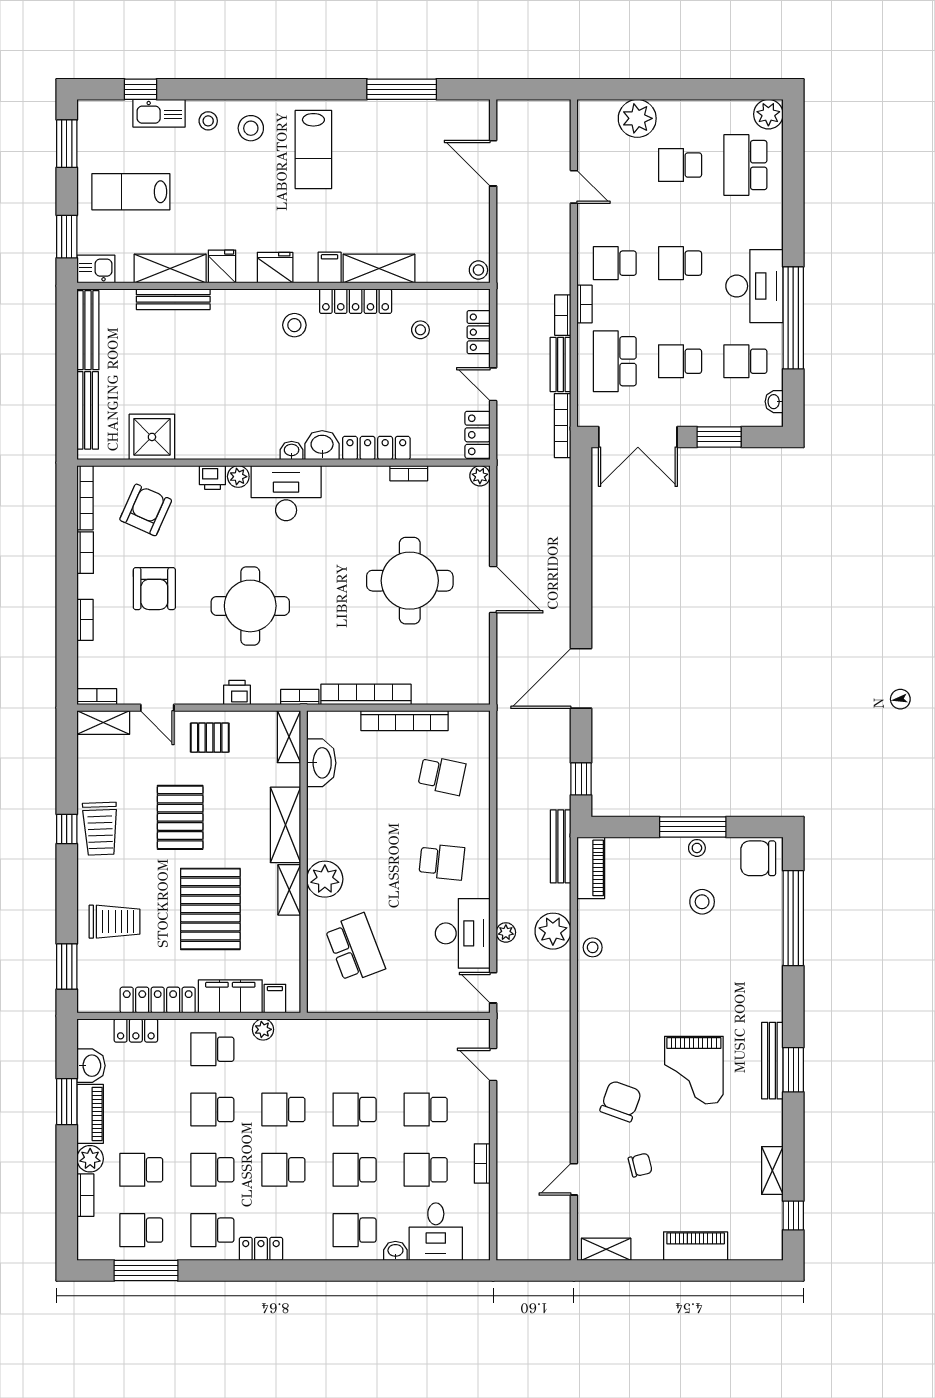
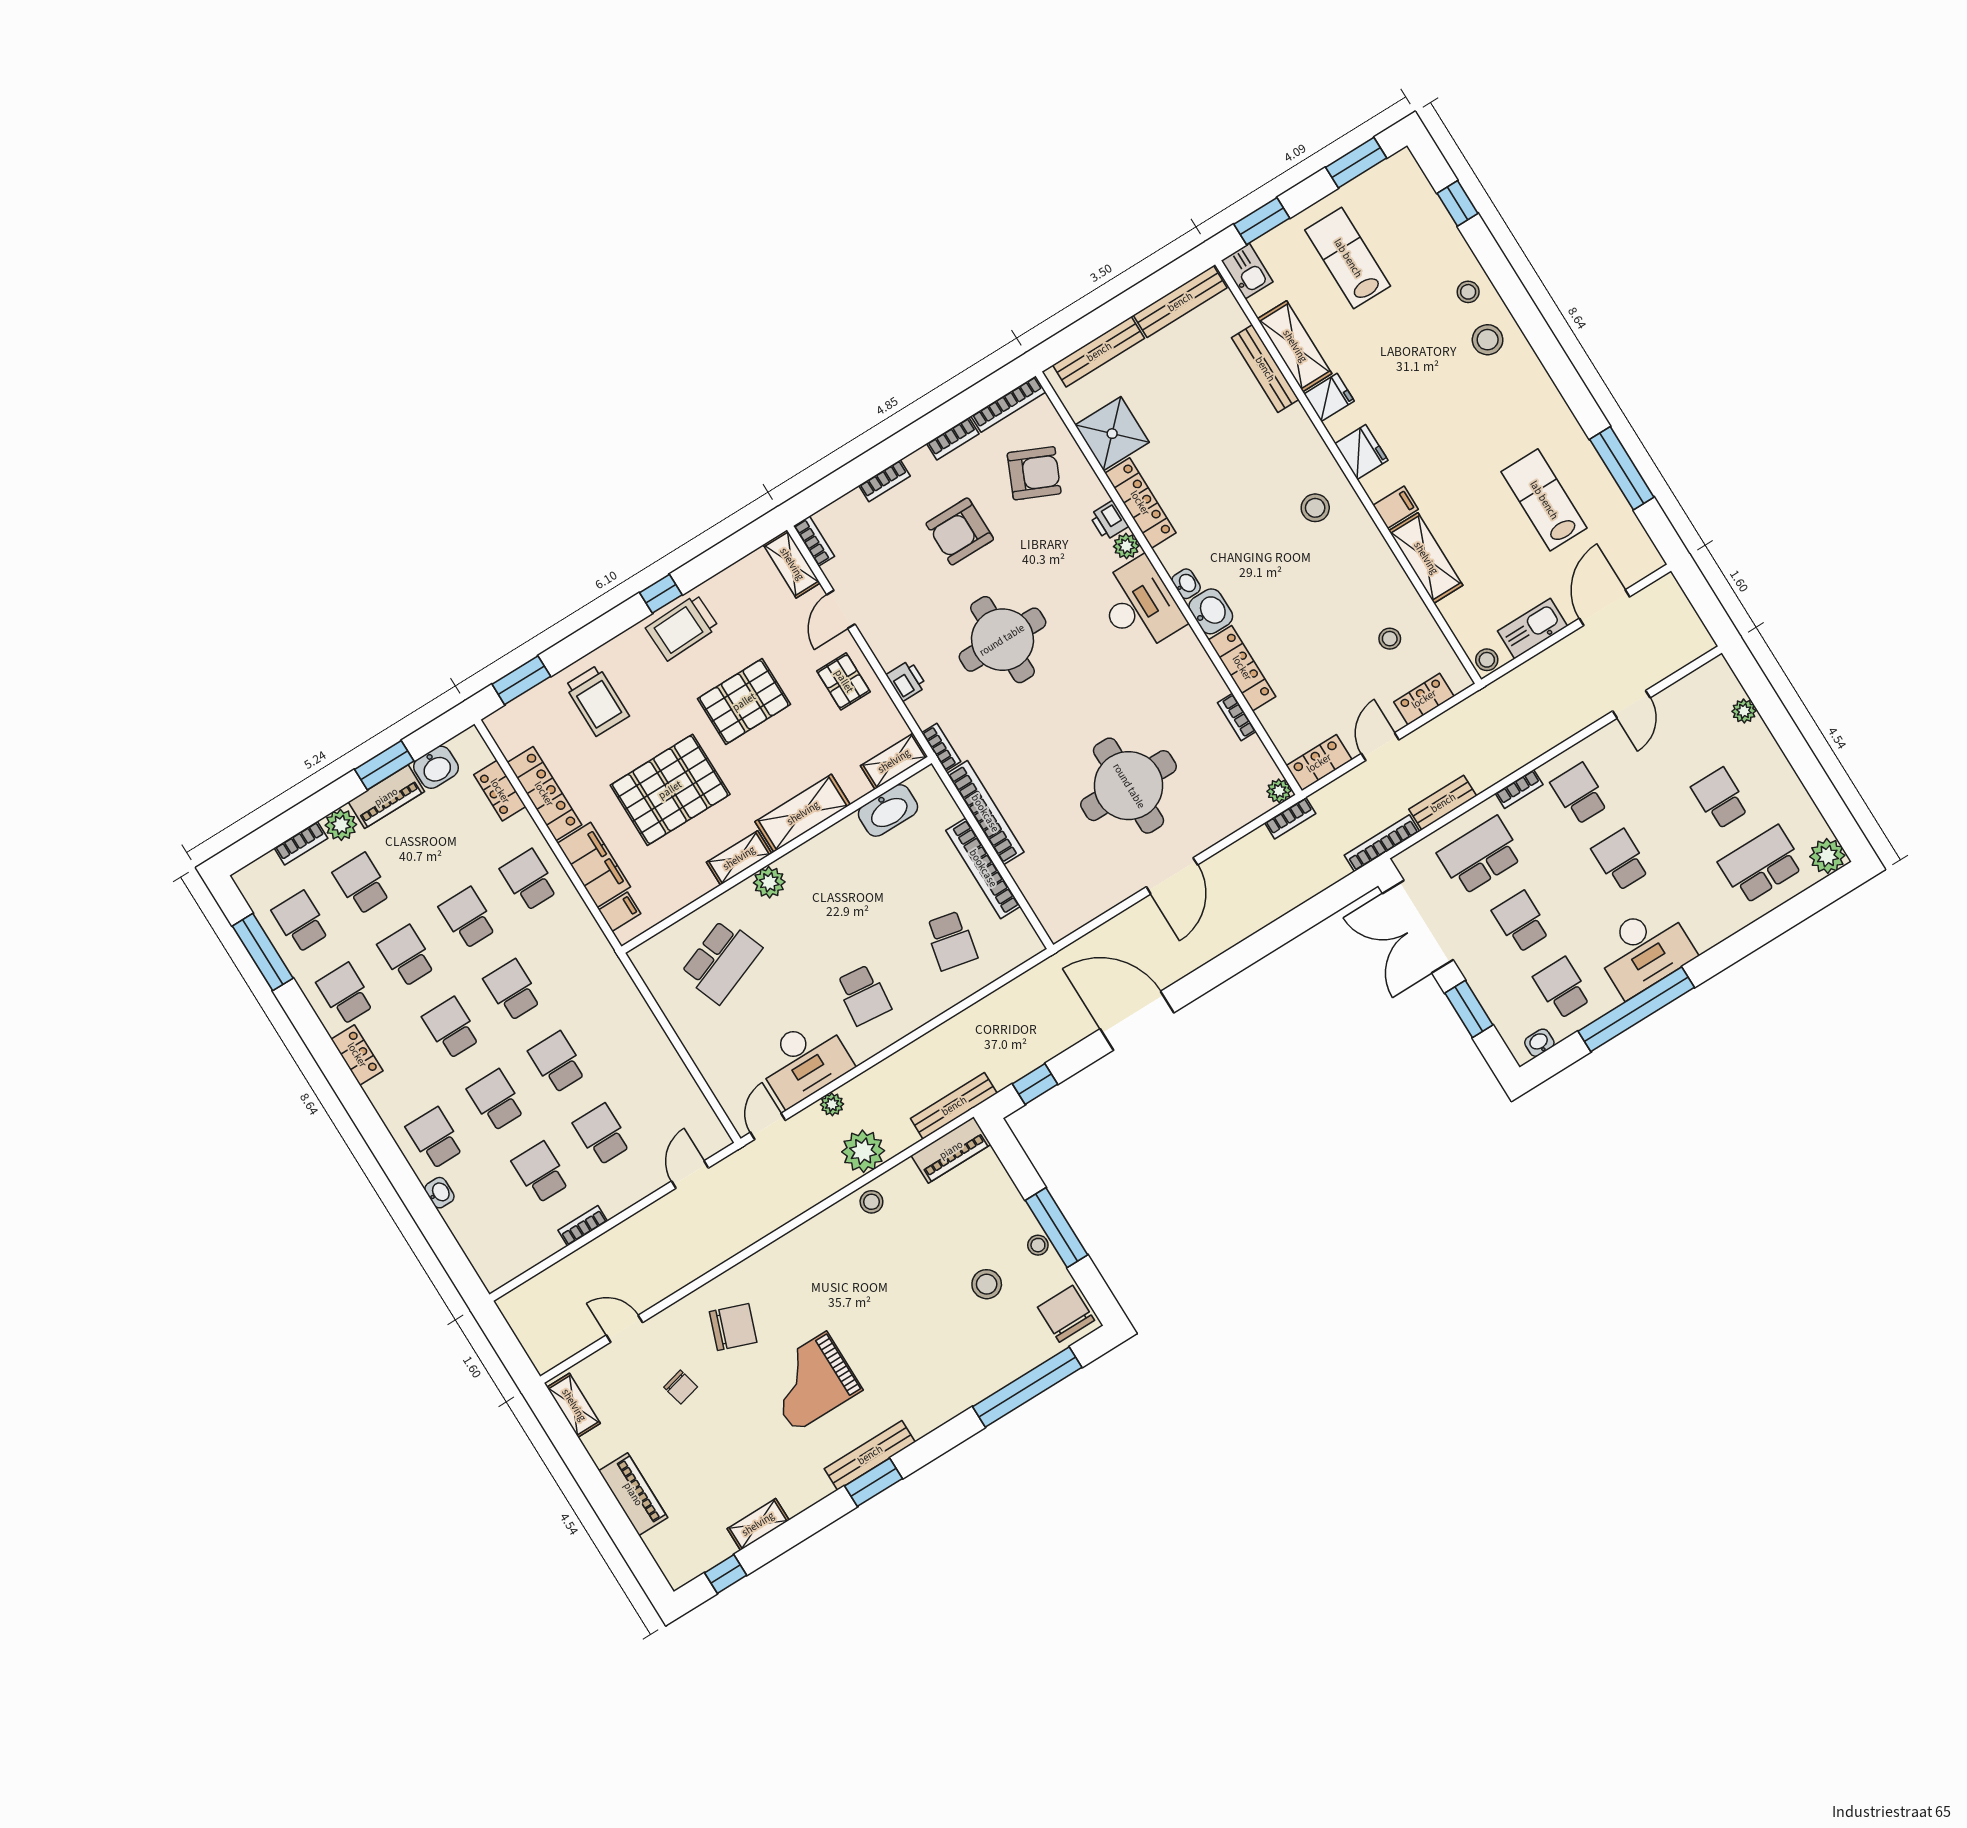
kitchen sink: (159, 113) -> (1533, 629), moved, turned 90
plant: (637, 118) -> (1744, 711), width x0.53, depth x0.53
lab bench: (313, 149) -> (1544, 500), moved, turned 90
locker: (356, 301) -> (1140, 503), moved, turned 180
bookcase: (563, 315) -> (1290, 818), moved, turned 180
plant: (325, 879) -> (769, 882), width x0.73, depth x0.73
plant: (263, 1029) -> (581, 919), removed
desk: (436, 1232) -> (484, 1222), removed

